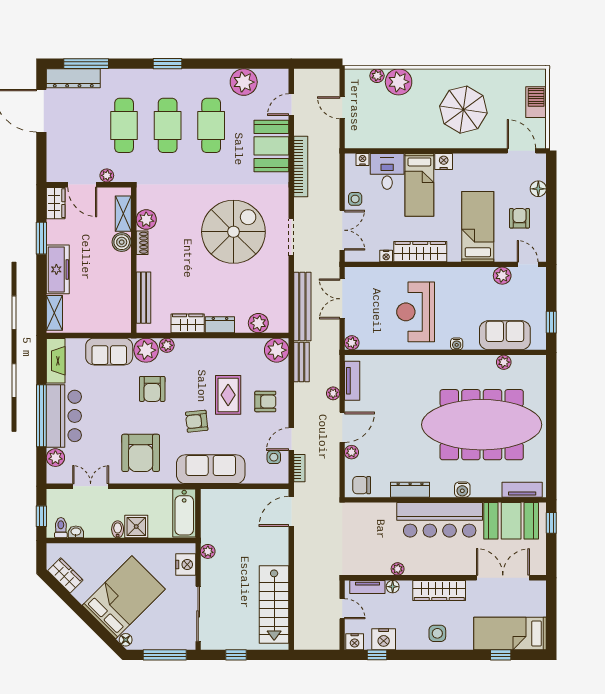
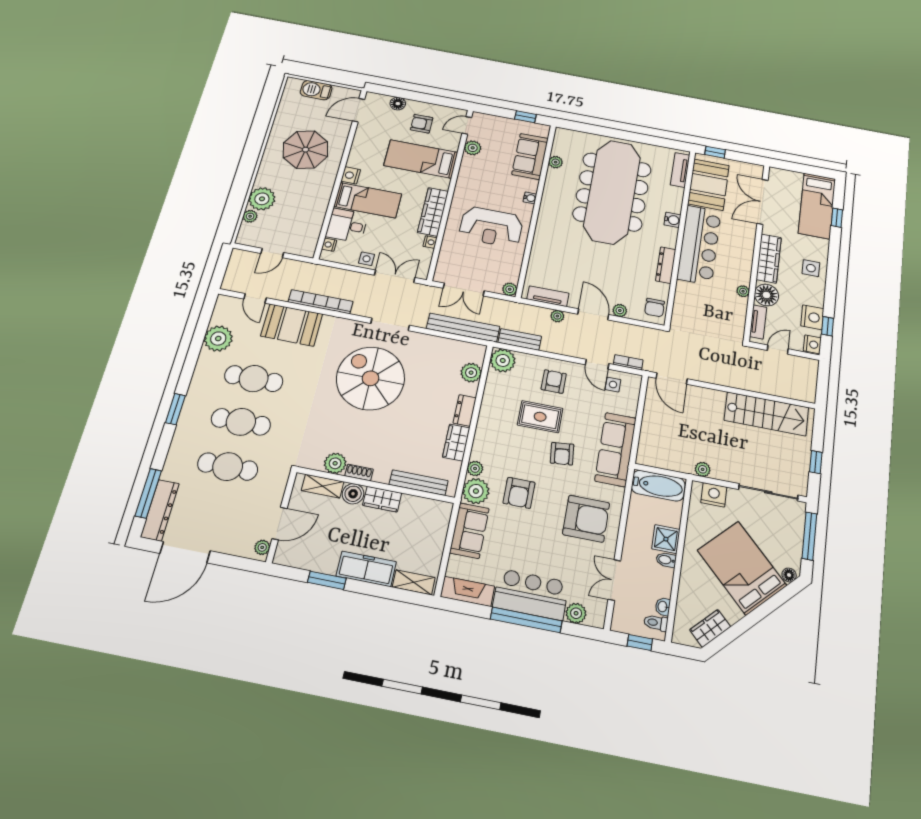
plant: (107, 175) -> (262, 547), moved
wardrobe: (56, 203) -> (382, 499), moved, turned 180
armchair: (152, 389) -> (519, 493), turned 90
floor lamp: (393, 587) -> (766, 295), width x1.89, depth x1.89

